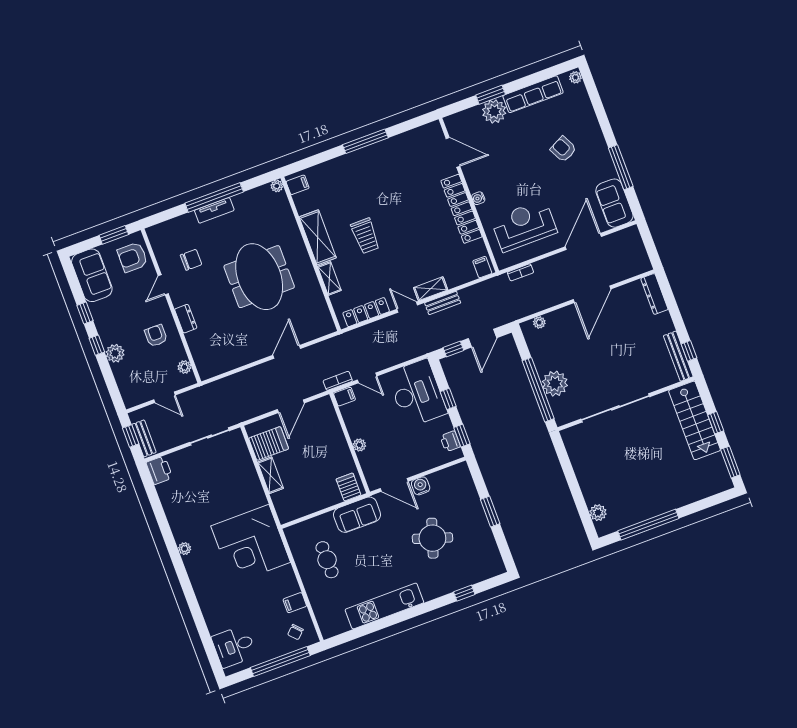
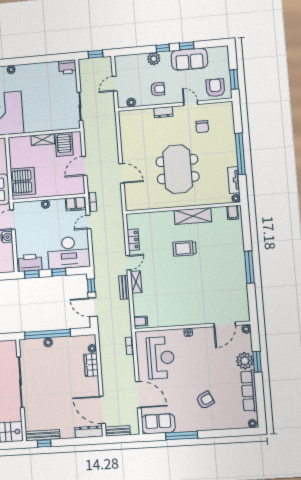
plant: (451, 122) -> (246, 329), added
locker: (461, 209) -> (184, 319), removed
tv unit: (214, 210) -> (234, 180), moved
sofa: (92, 275) -> (189, 59), moved
meeting table: (259, 277) -> (178, 169), turned 90
shelving: (329, 278) -> (163, 216), removed
door: (592, 294) -> (102, 410), moved
locker: (366, 312) -> (133, 240), width x0.66
wardrobe: (562, 317) -> (91, 365), added
plant: (555, 384) -> (48, 342), width x0.53, depth x0.53
filing cabinet: (344, 397) -> (76, 204), width x2.00
door: (291, 406) -> (84, 166), hinge flipped
bench: (144, 438) -> (118, 431), moved
printer: (450, 441) -> (30, 263), width x1.87, depth x1.48
server rack: (349, 487) -> (23, 181), width x2.18, depth x1.44

